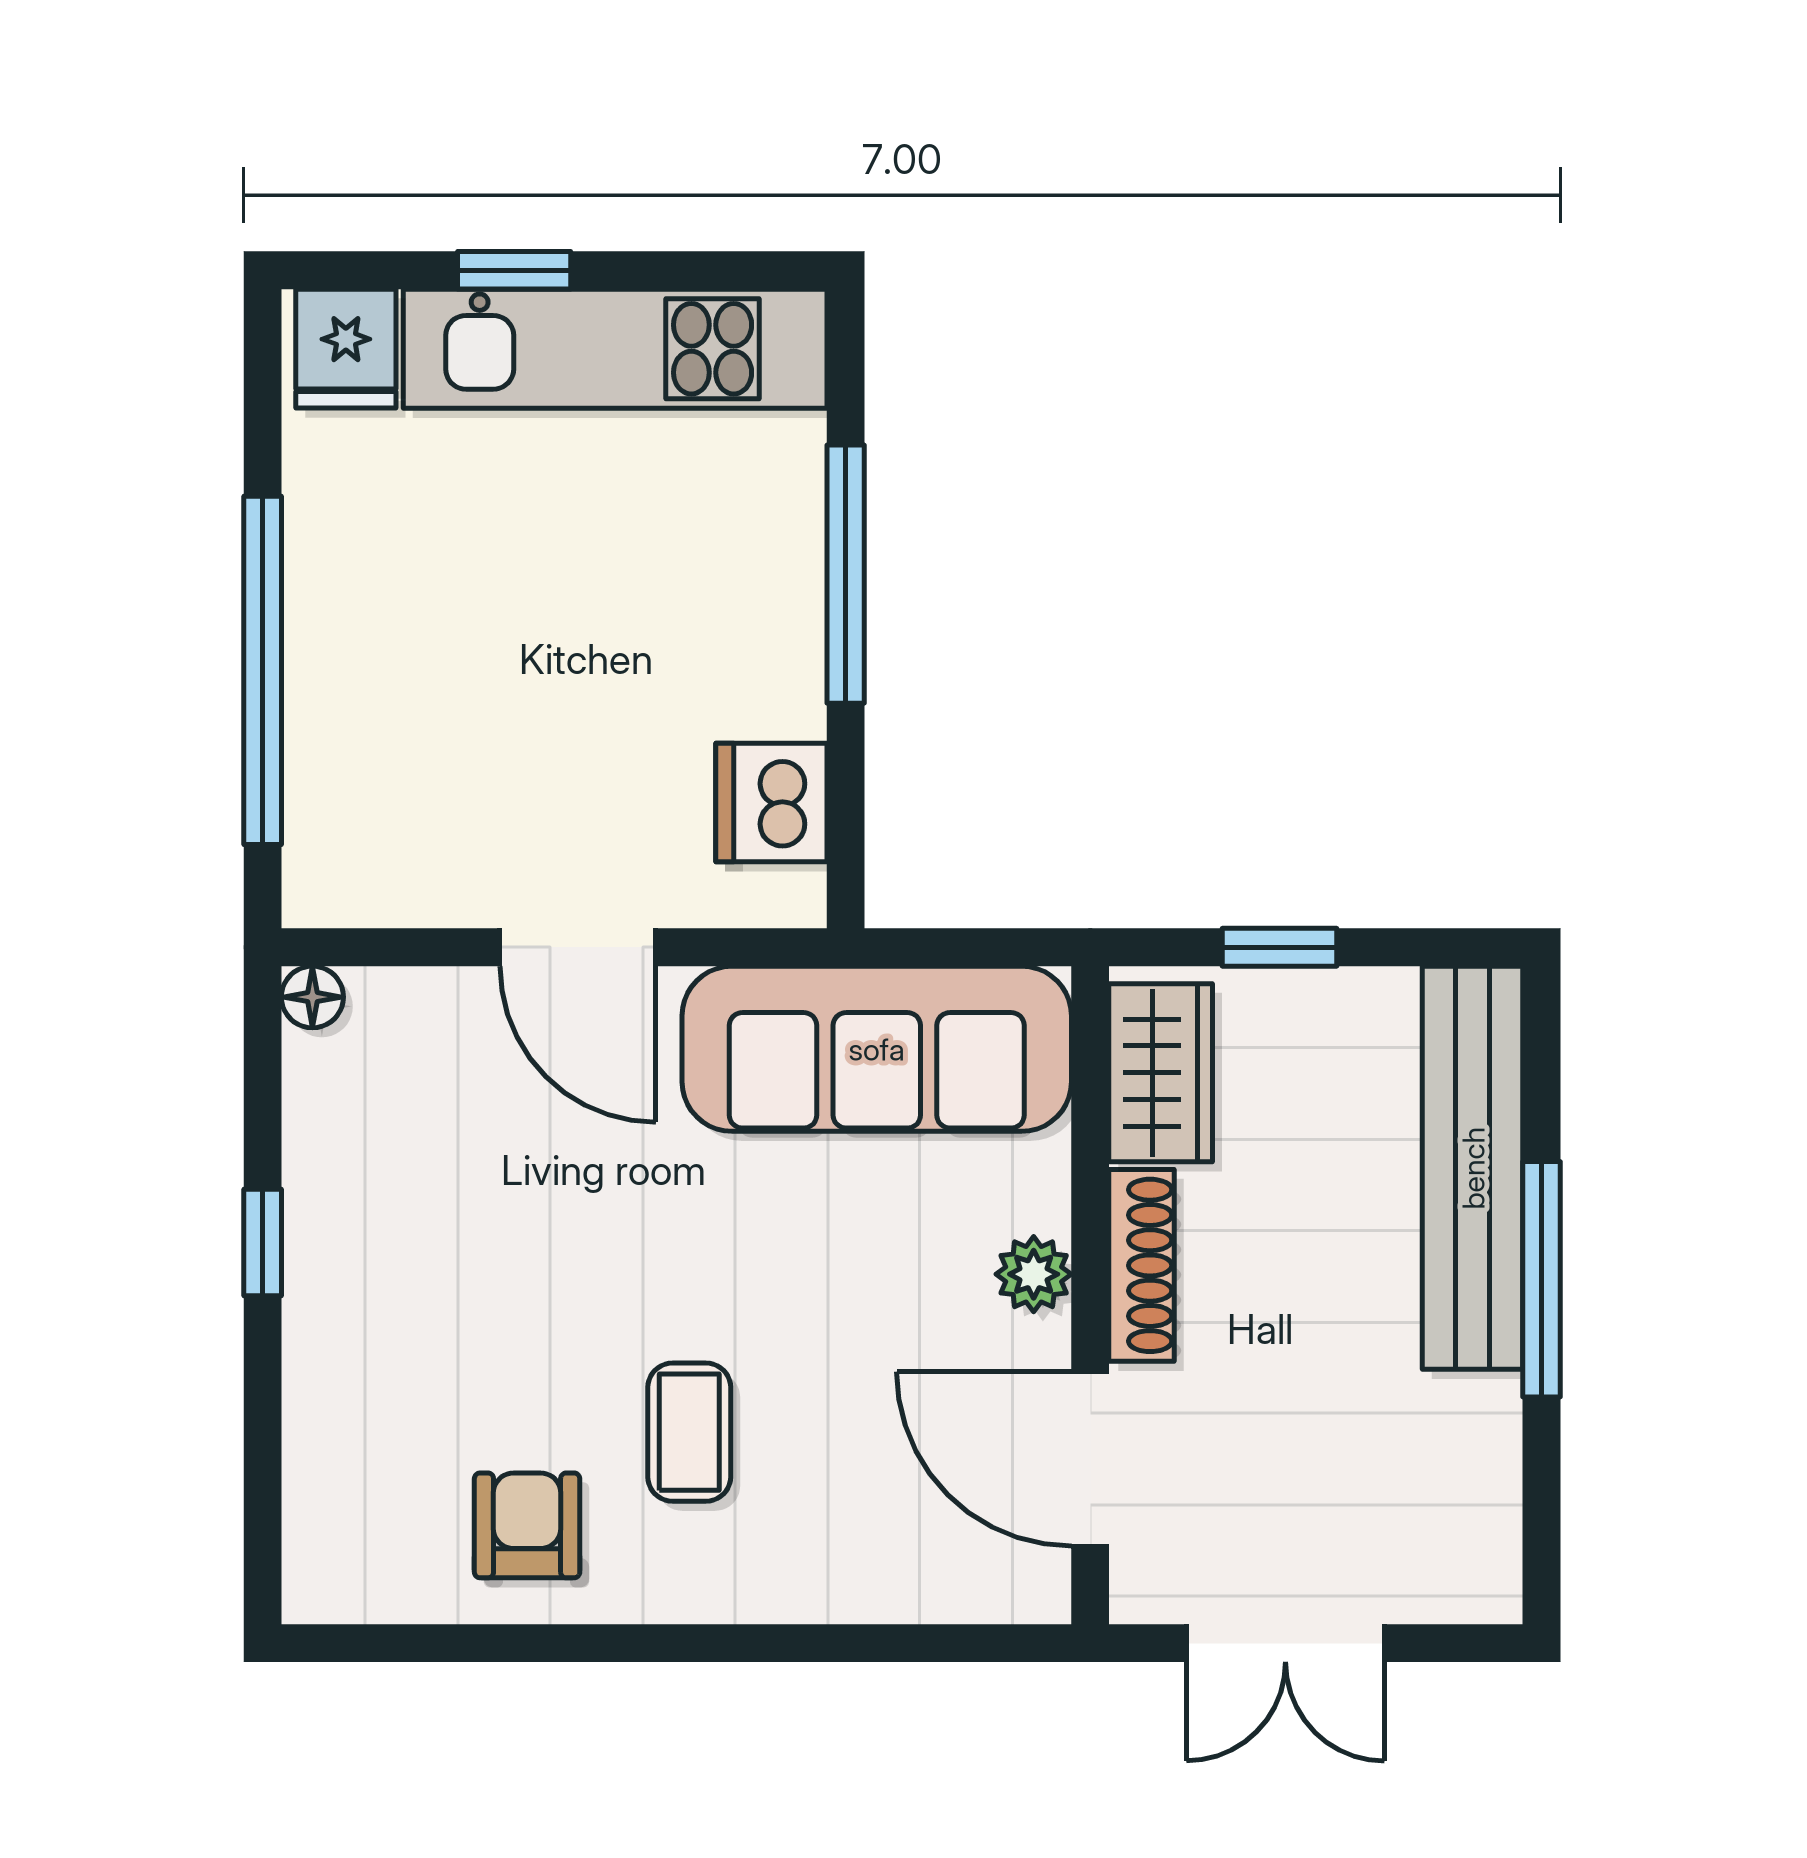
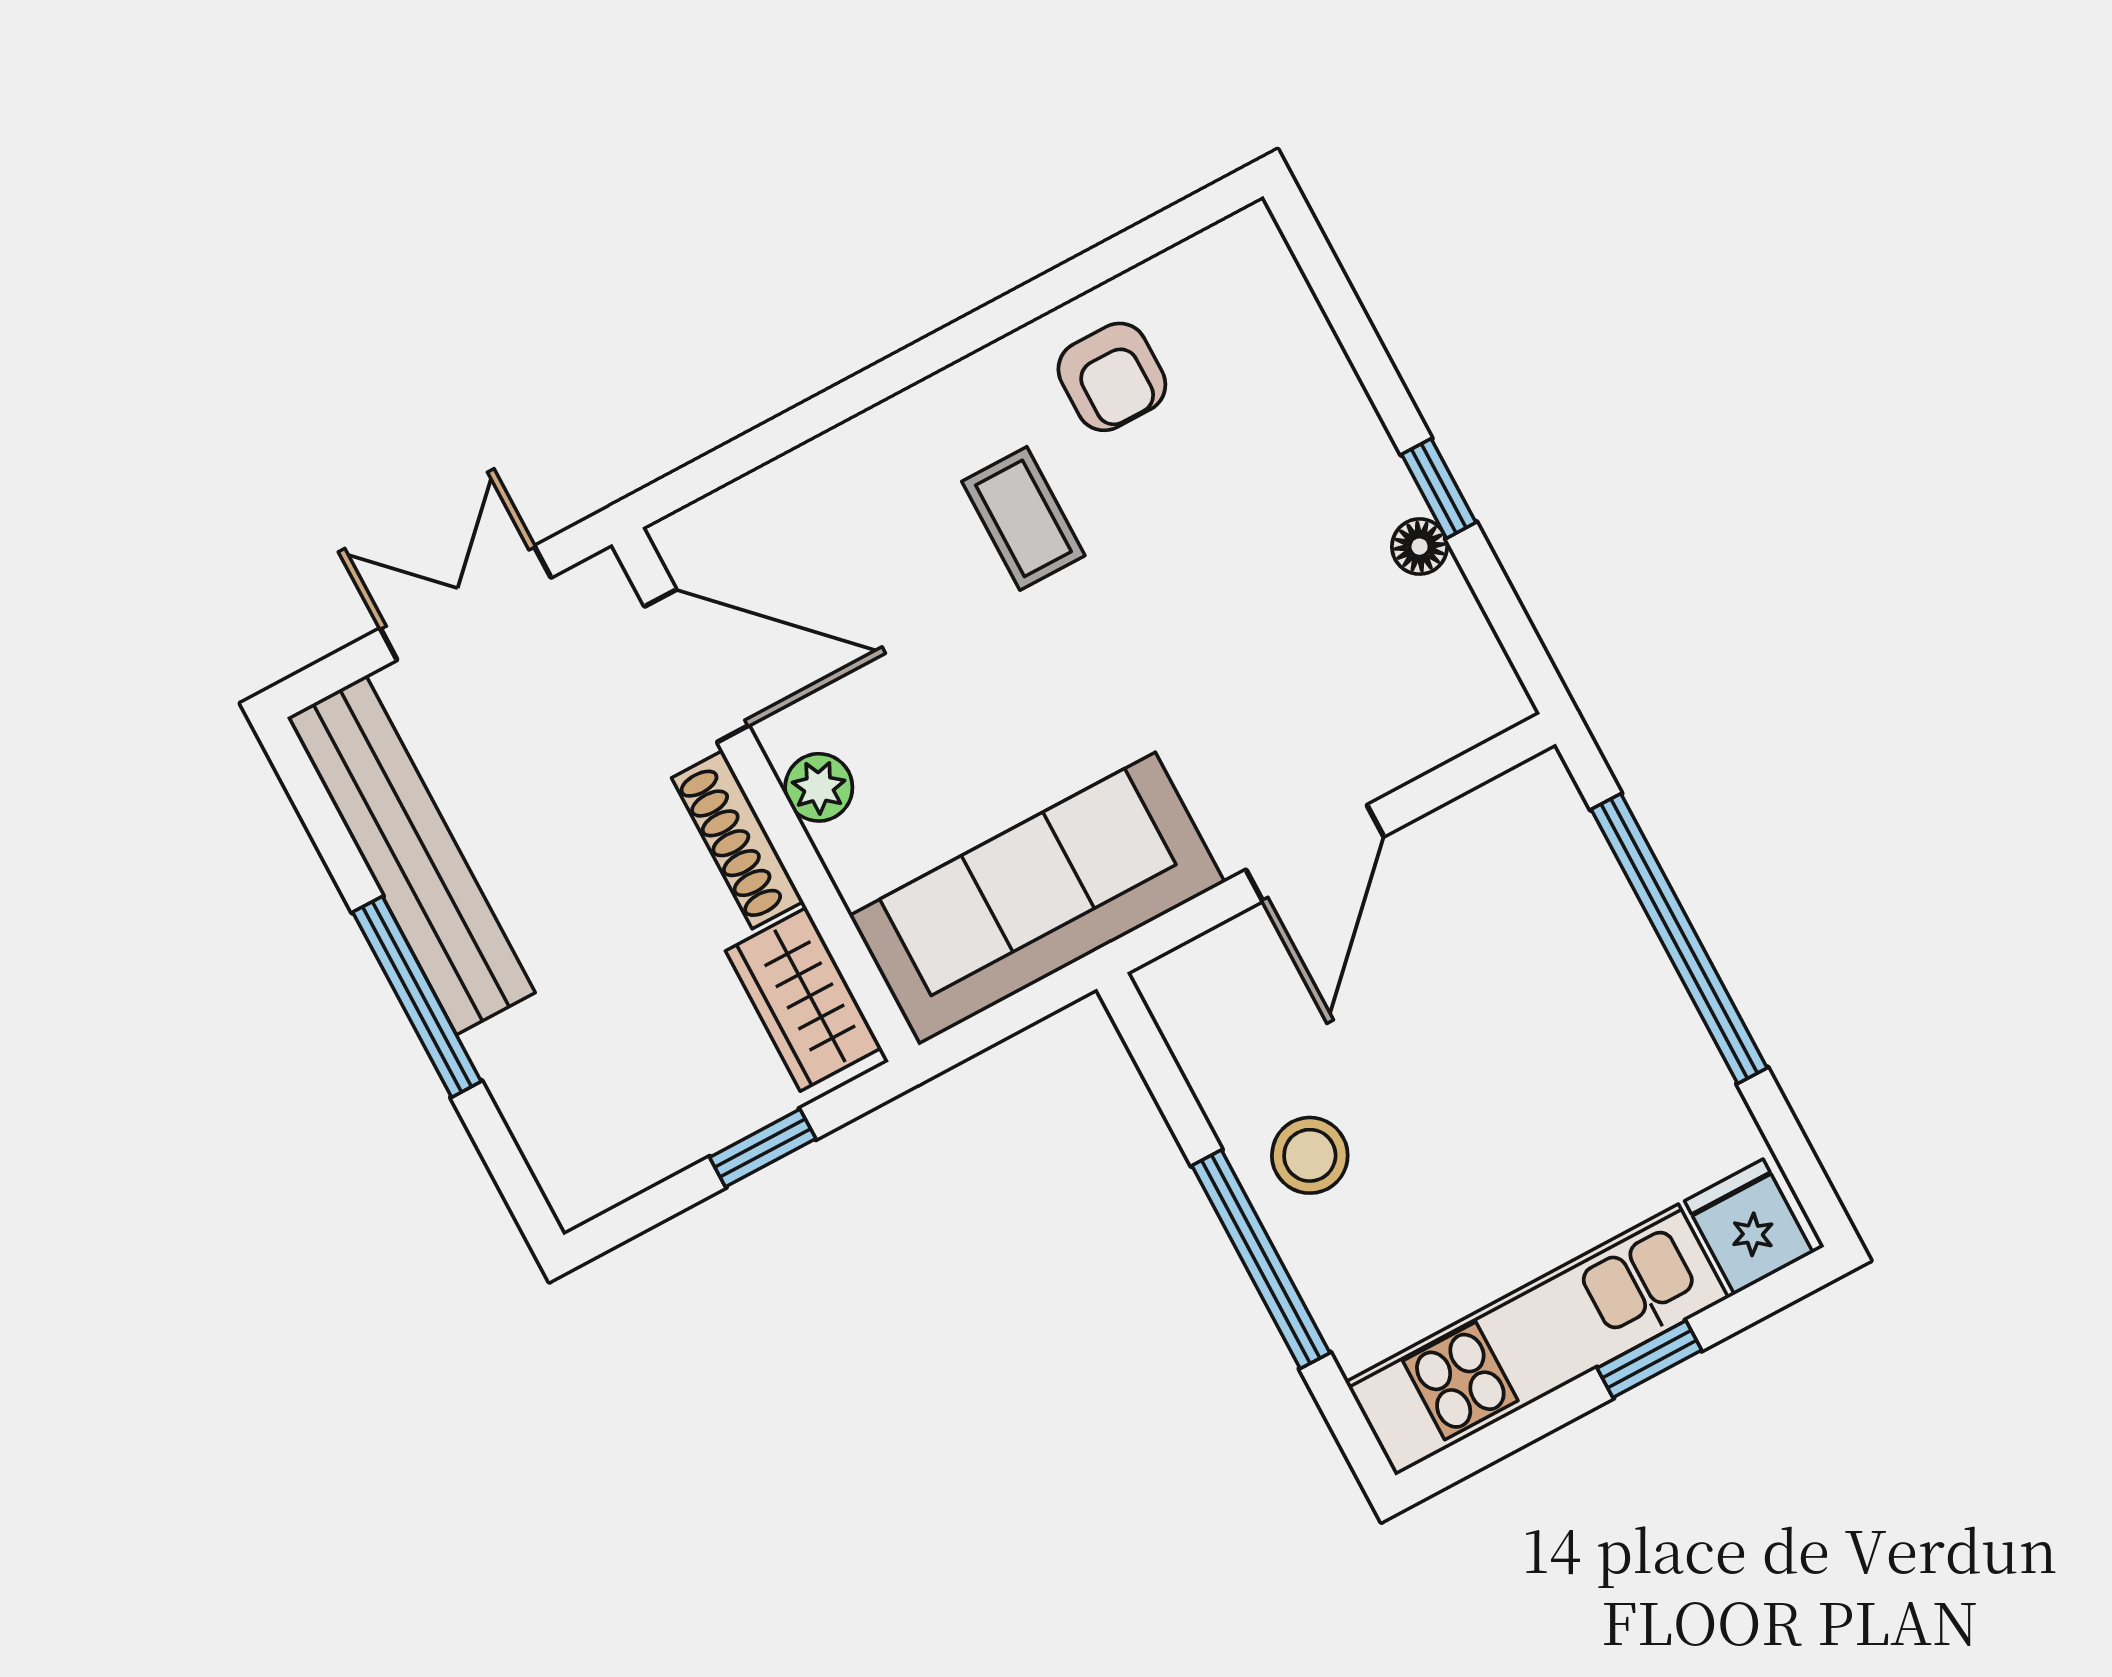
stool: (742, 651) -> (1310, 1155), added
dishwasher: (771, 803) -> (1223, 1048), removed
door: (578, 947) -> (1315, 853), swing flipped
floor lamp: (312, 997) -> (1420, 547), moved
bench: (1473, 1168) -> (411, 855), moved

